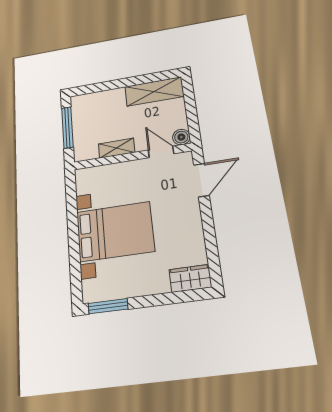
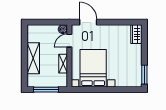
shelving: (154, 91) -> (33, 58), moved
bed with nightstands: (115, 231) -> (93, 68), moved

